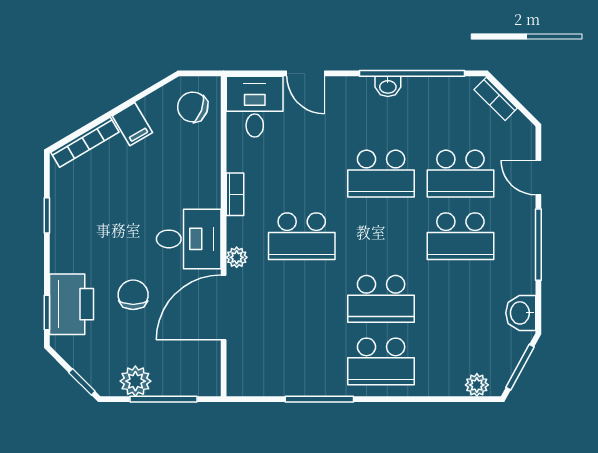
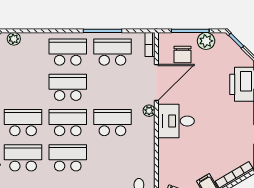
bookcase: (235, 194) -> (150, 44), moved
school desk: (381, 236) -> (68, 123), added
chair: (133, 295) -> (183, 55), moved
school desk: (302, 361) -> (112, 52), added

